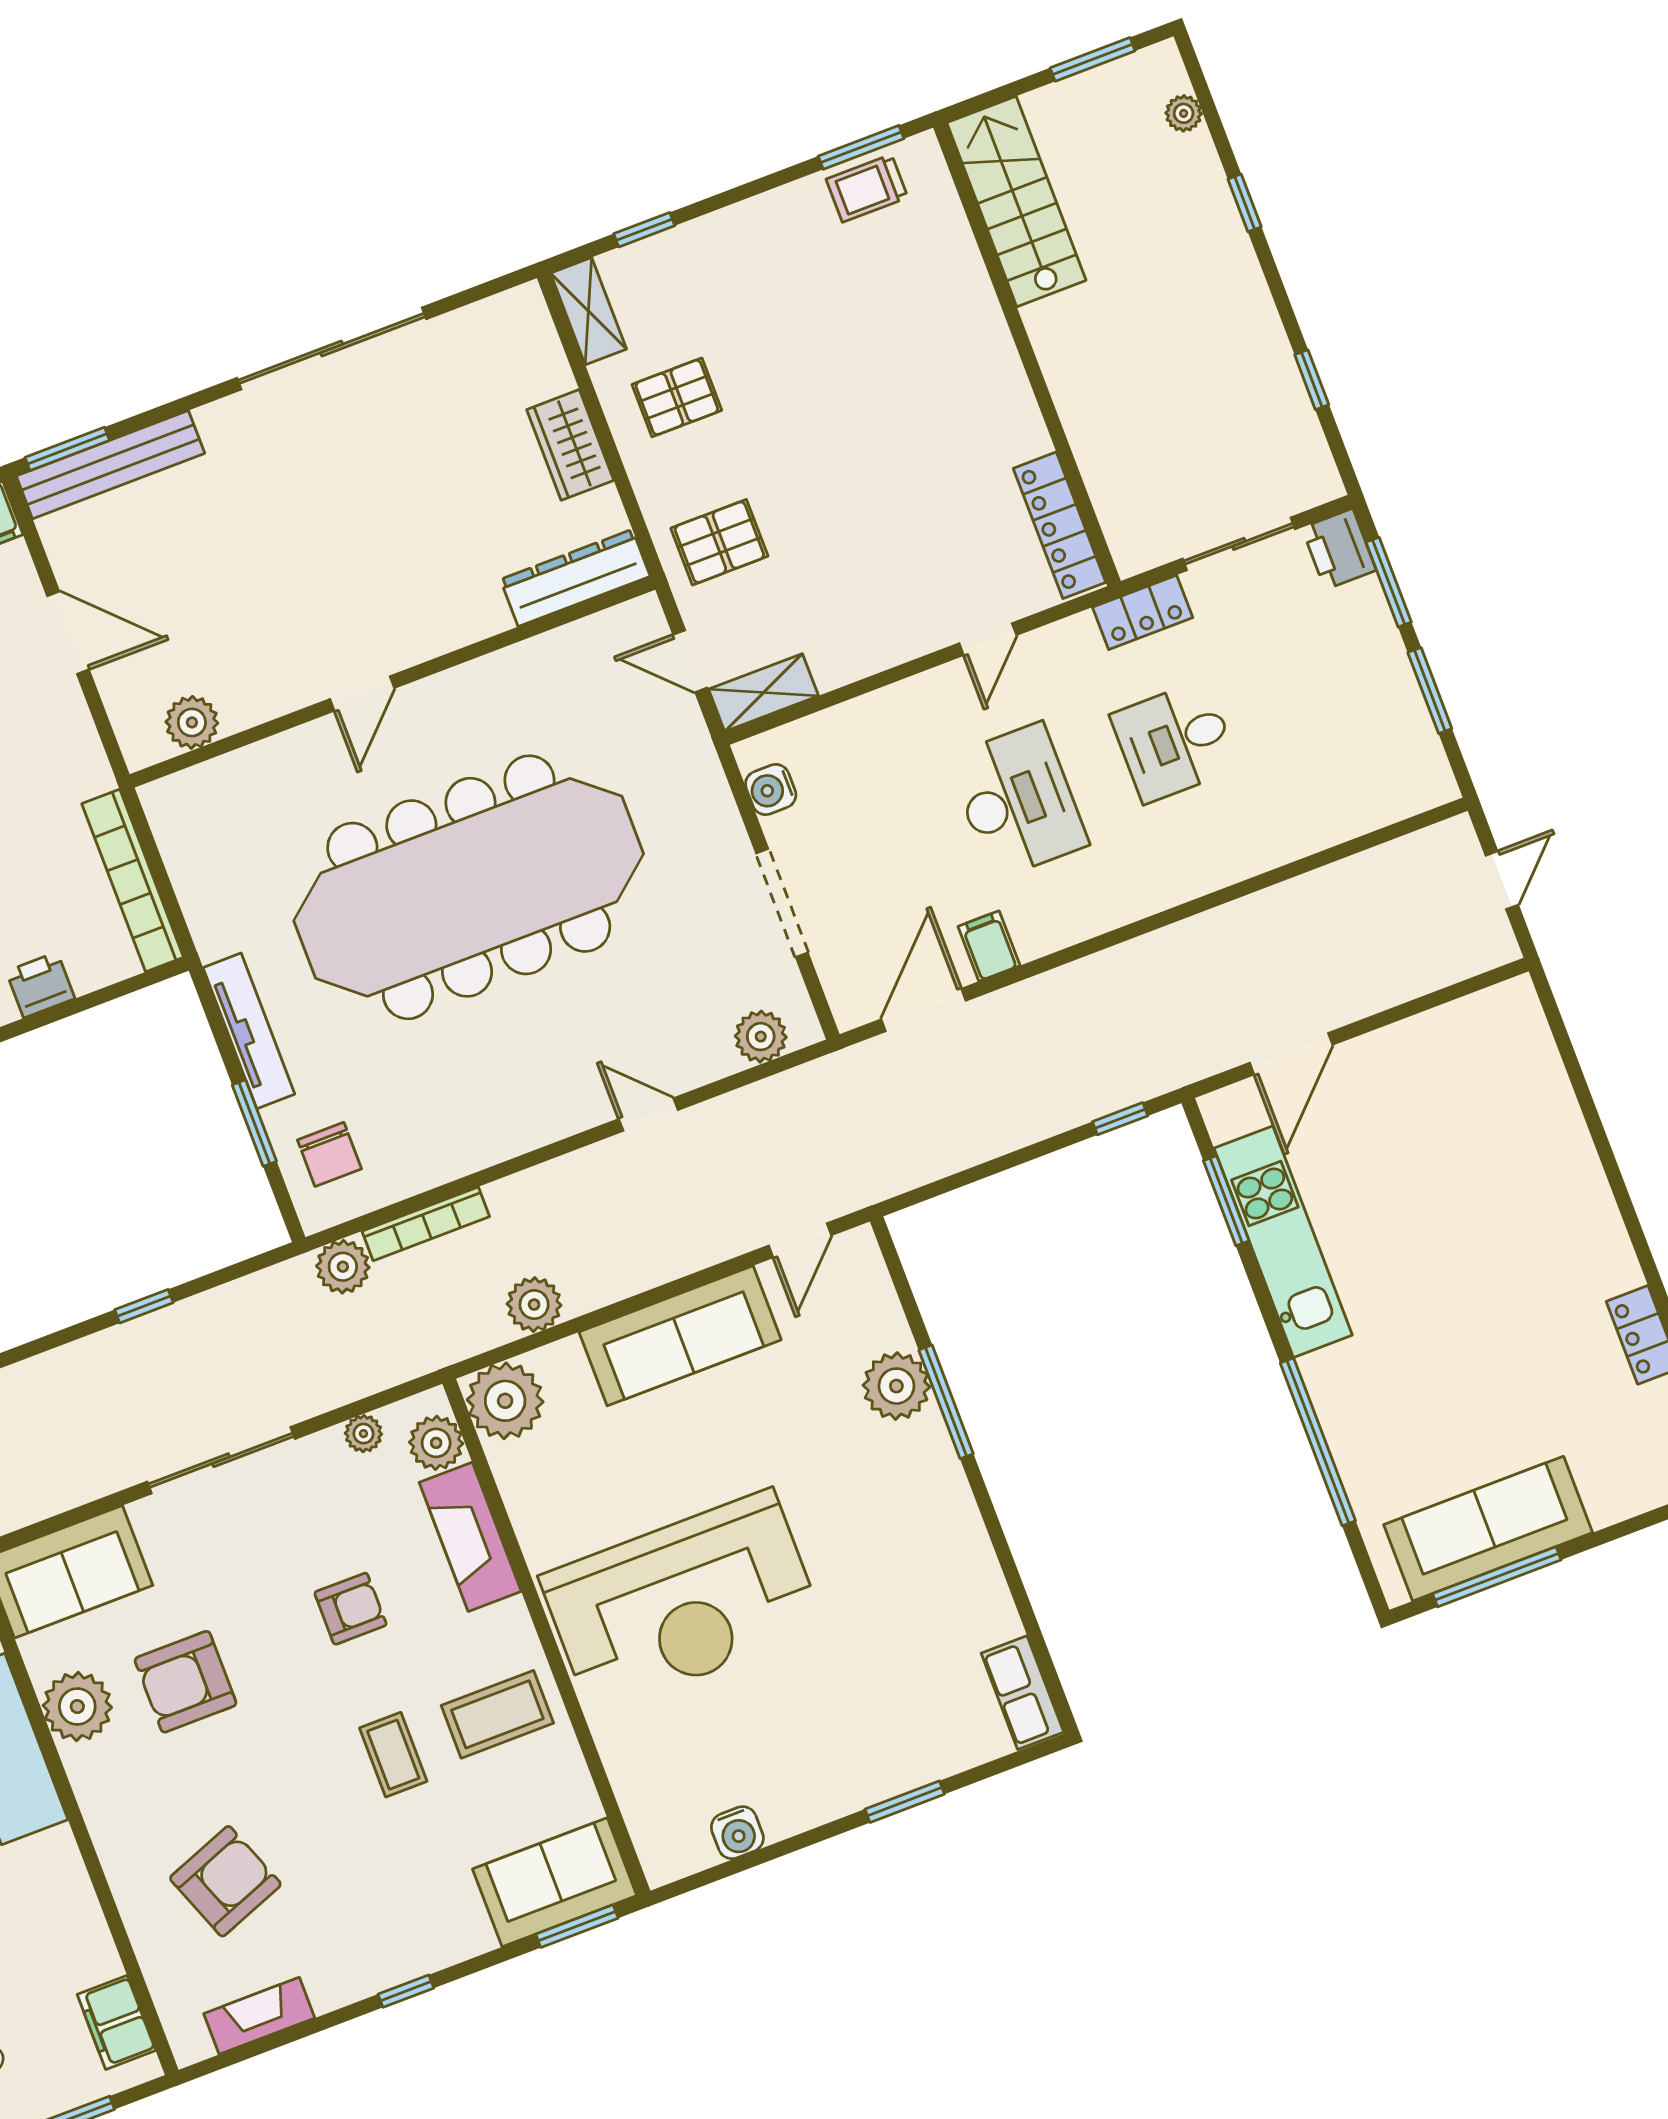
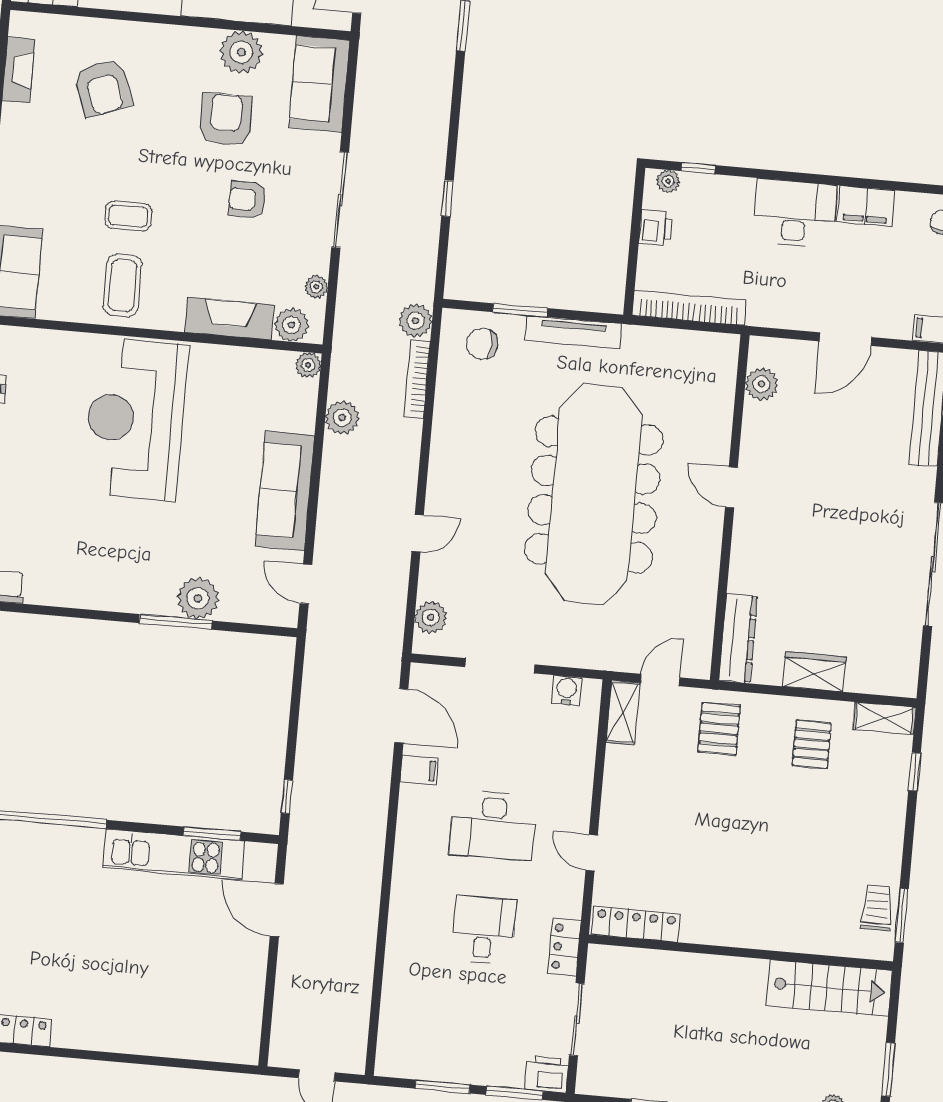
plant: (505, 1401) -> (308, 365), width x0.53, depth x0.53
armchair: (351, 1609) -> (247, 199), moved, turned 90

